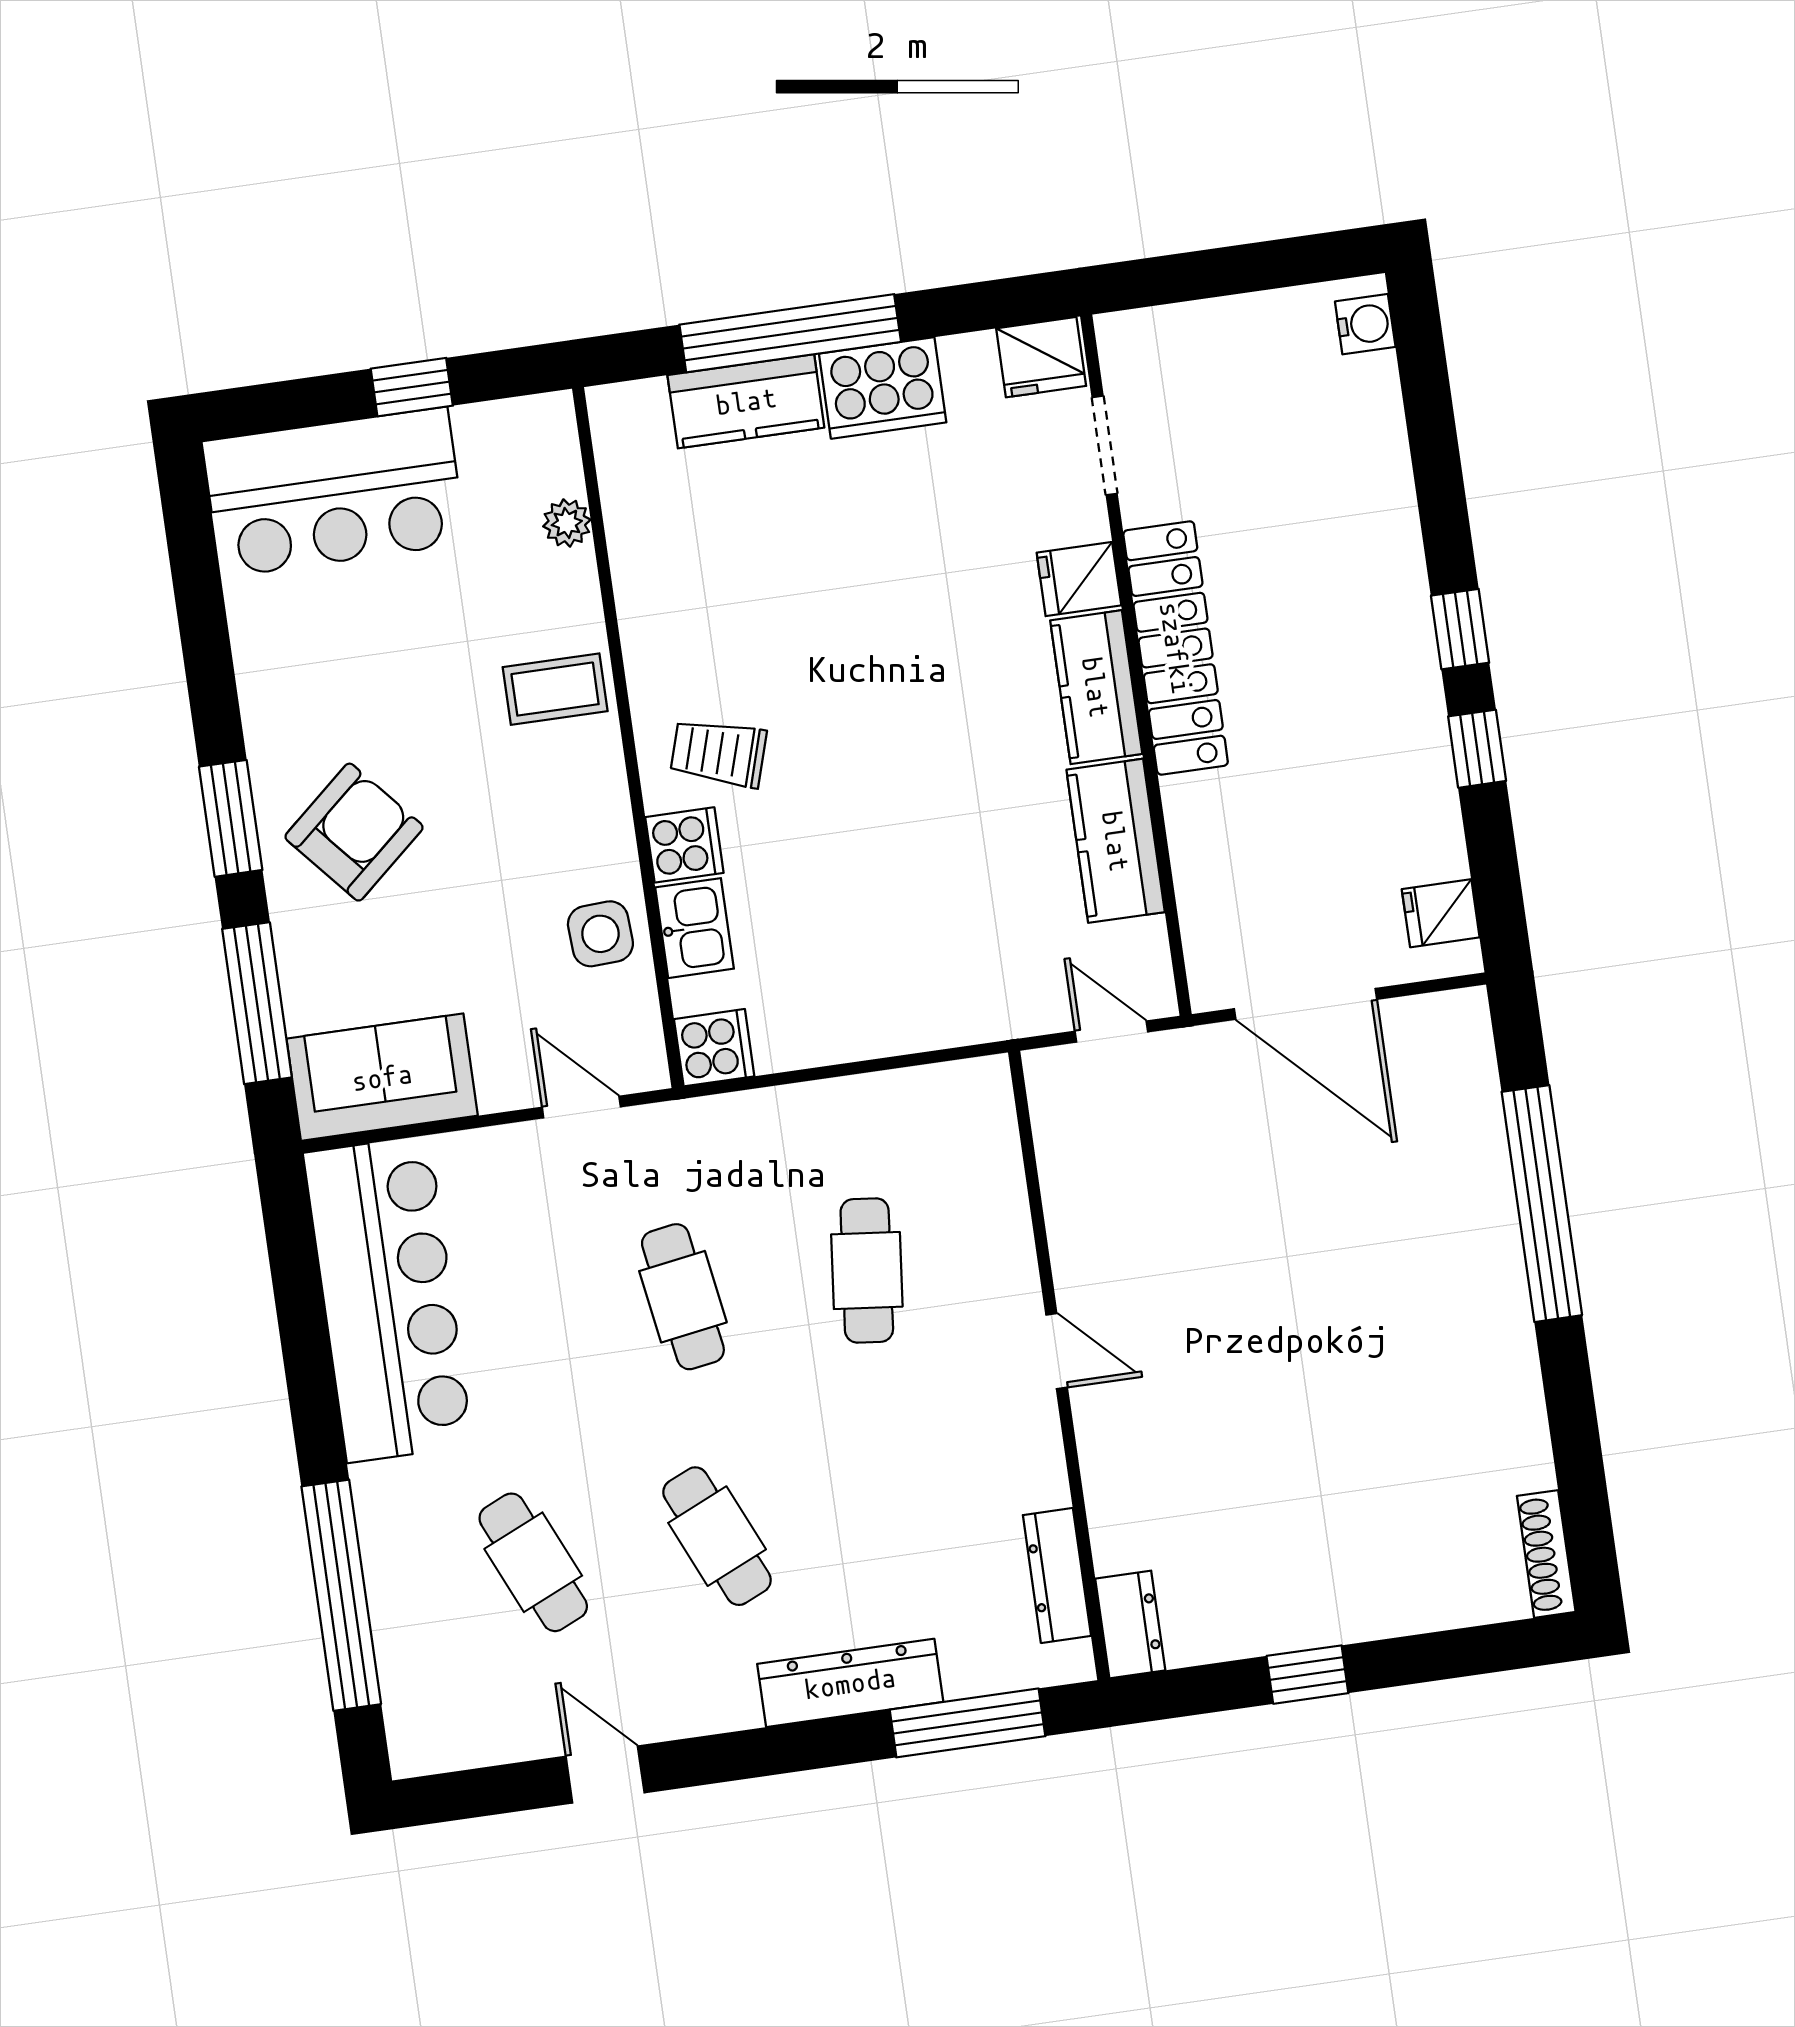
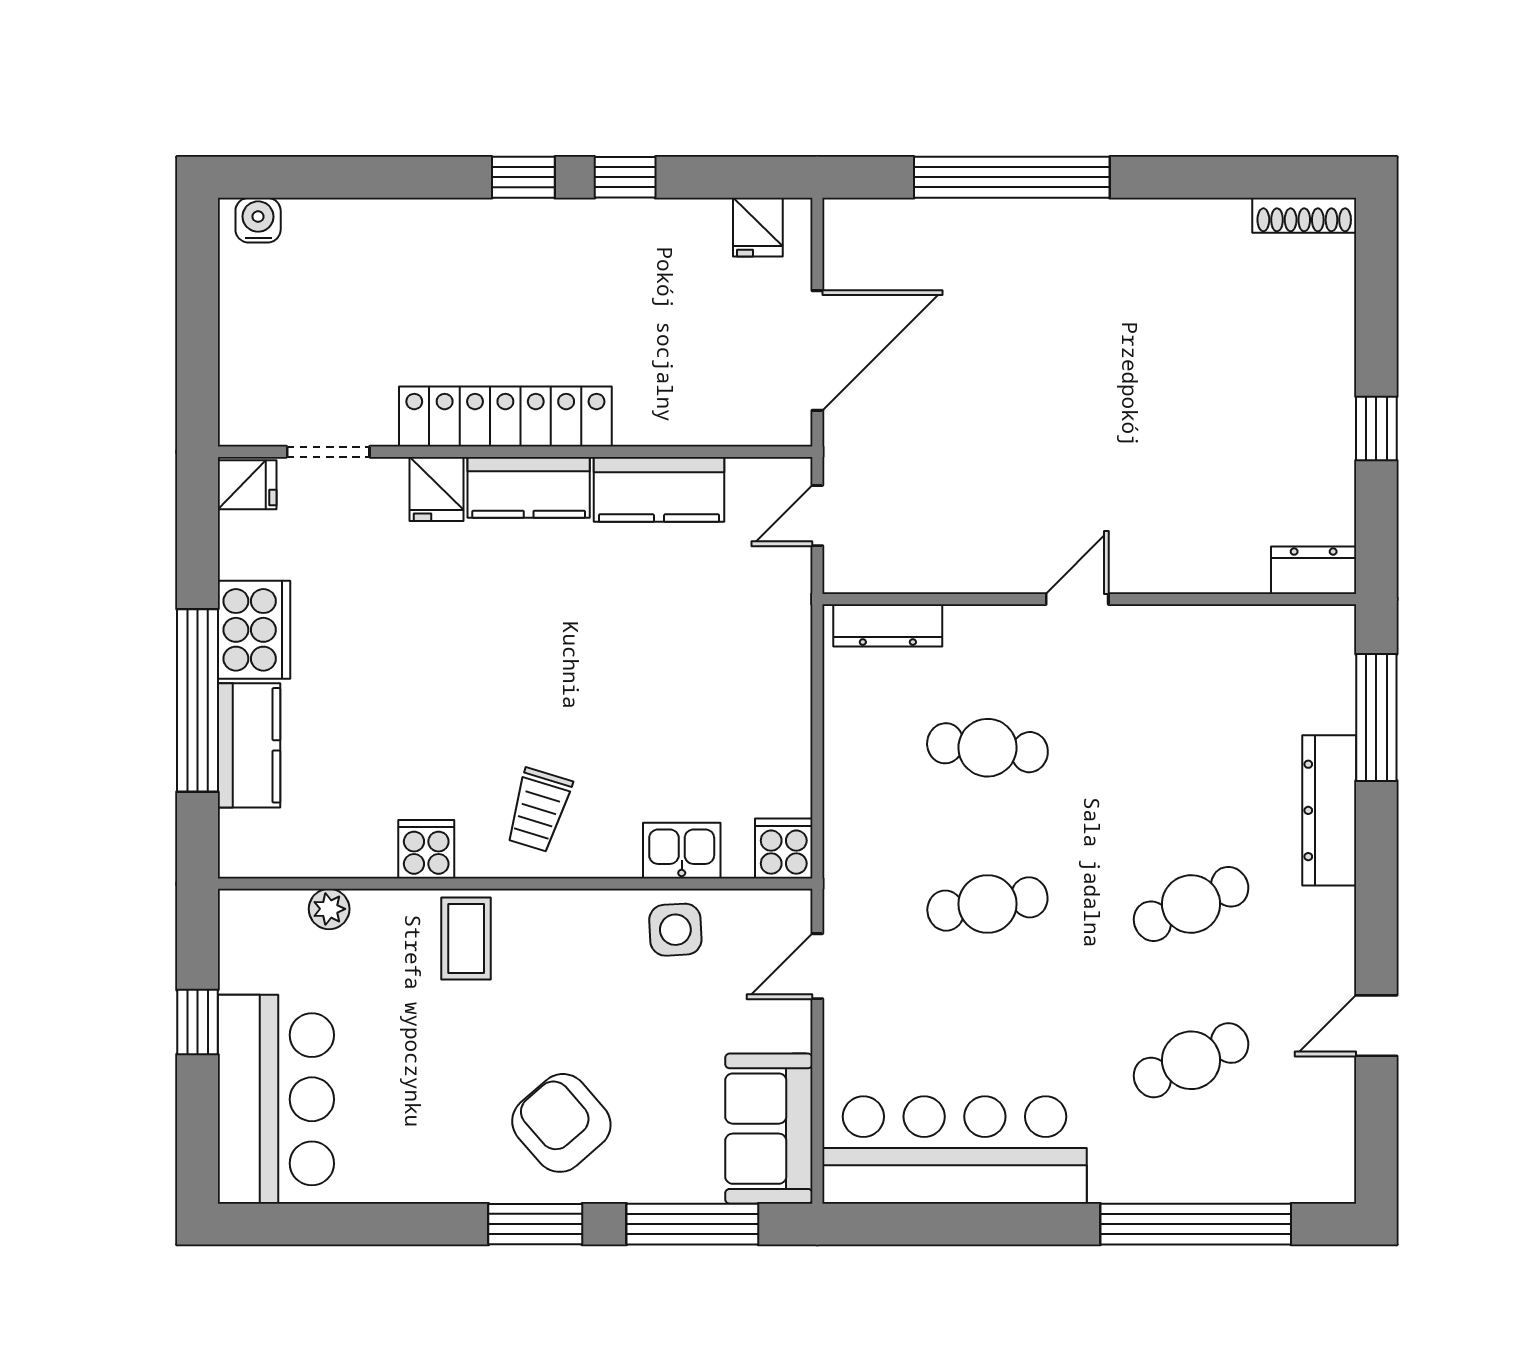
fridge: (1041, 357) -> (247, 485), width x0.72
cooker: (684, 845) -> (426, 849), moved
dresser: (1057, 1576) -> (888, 625), moved

